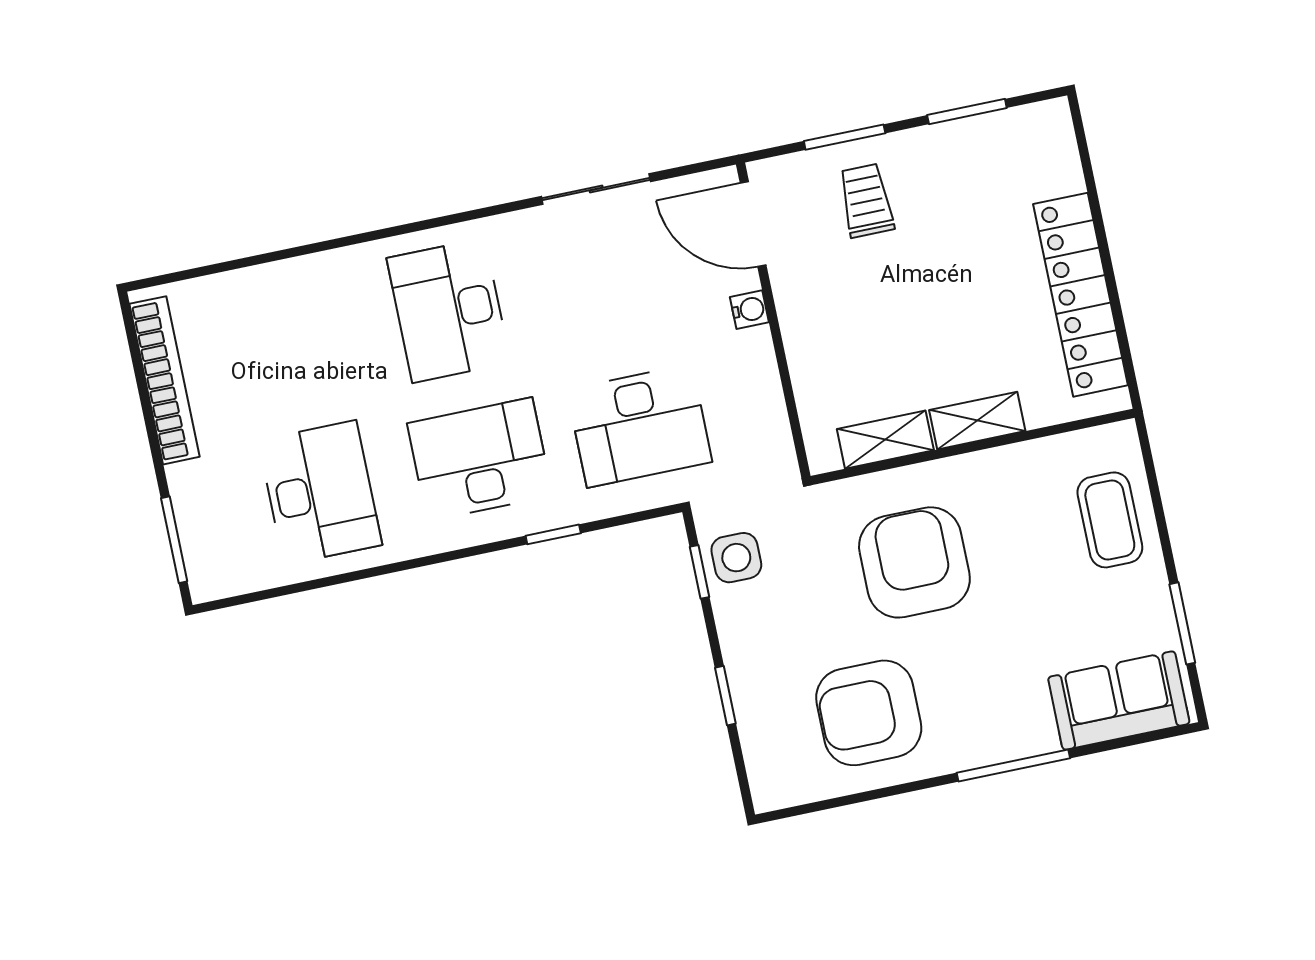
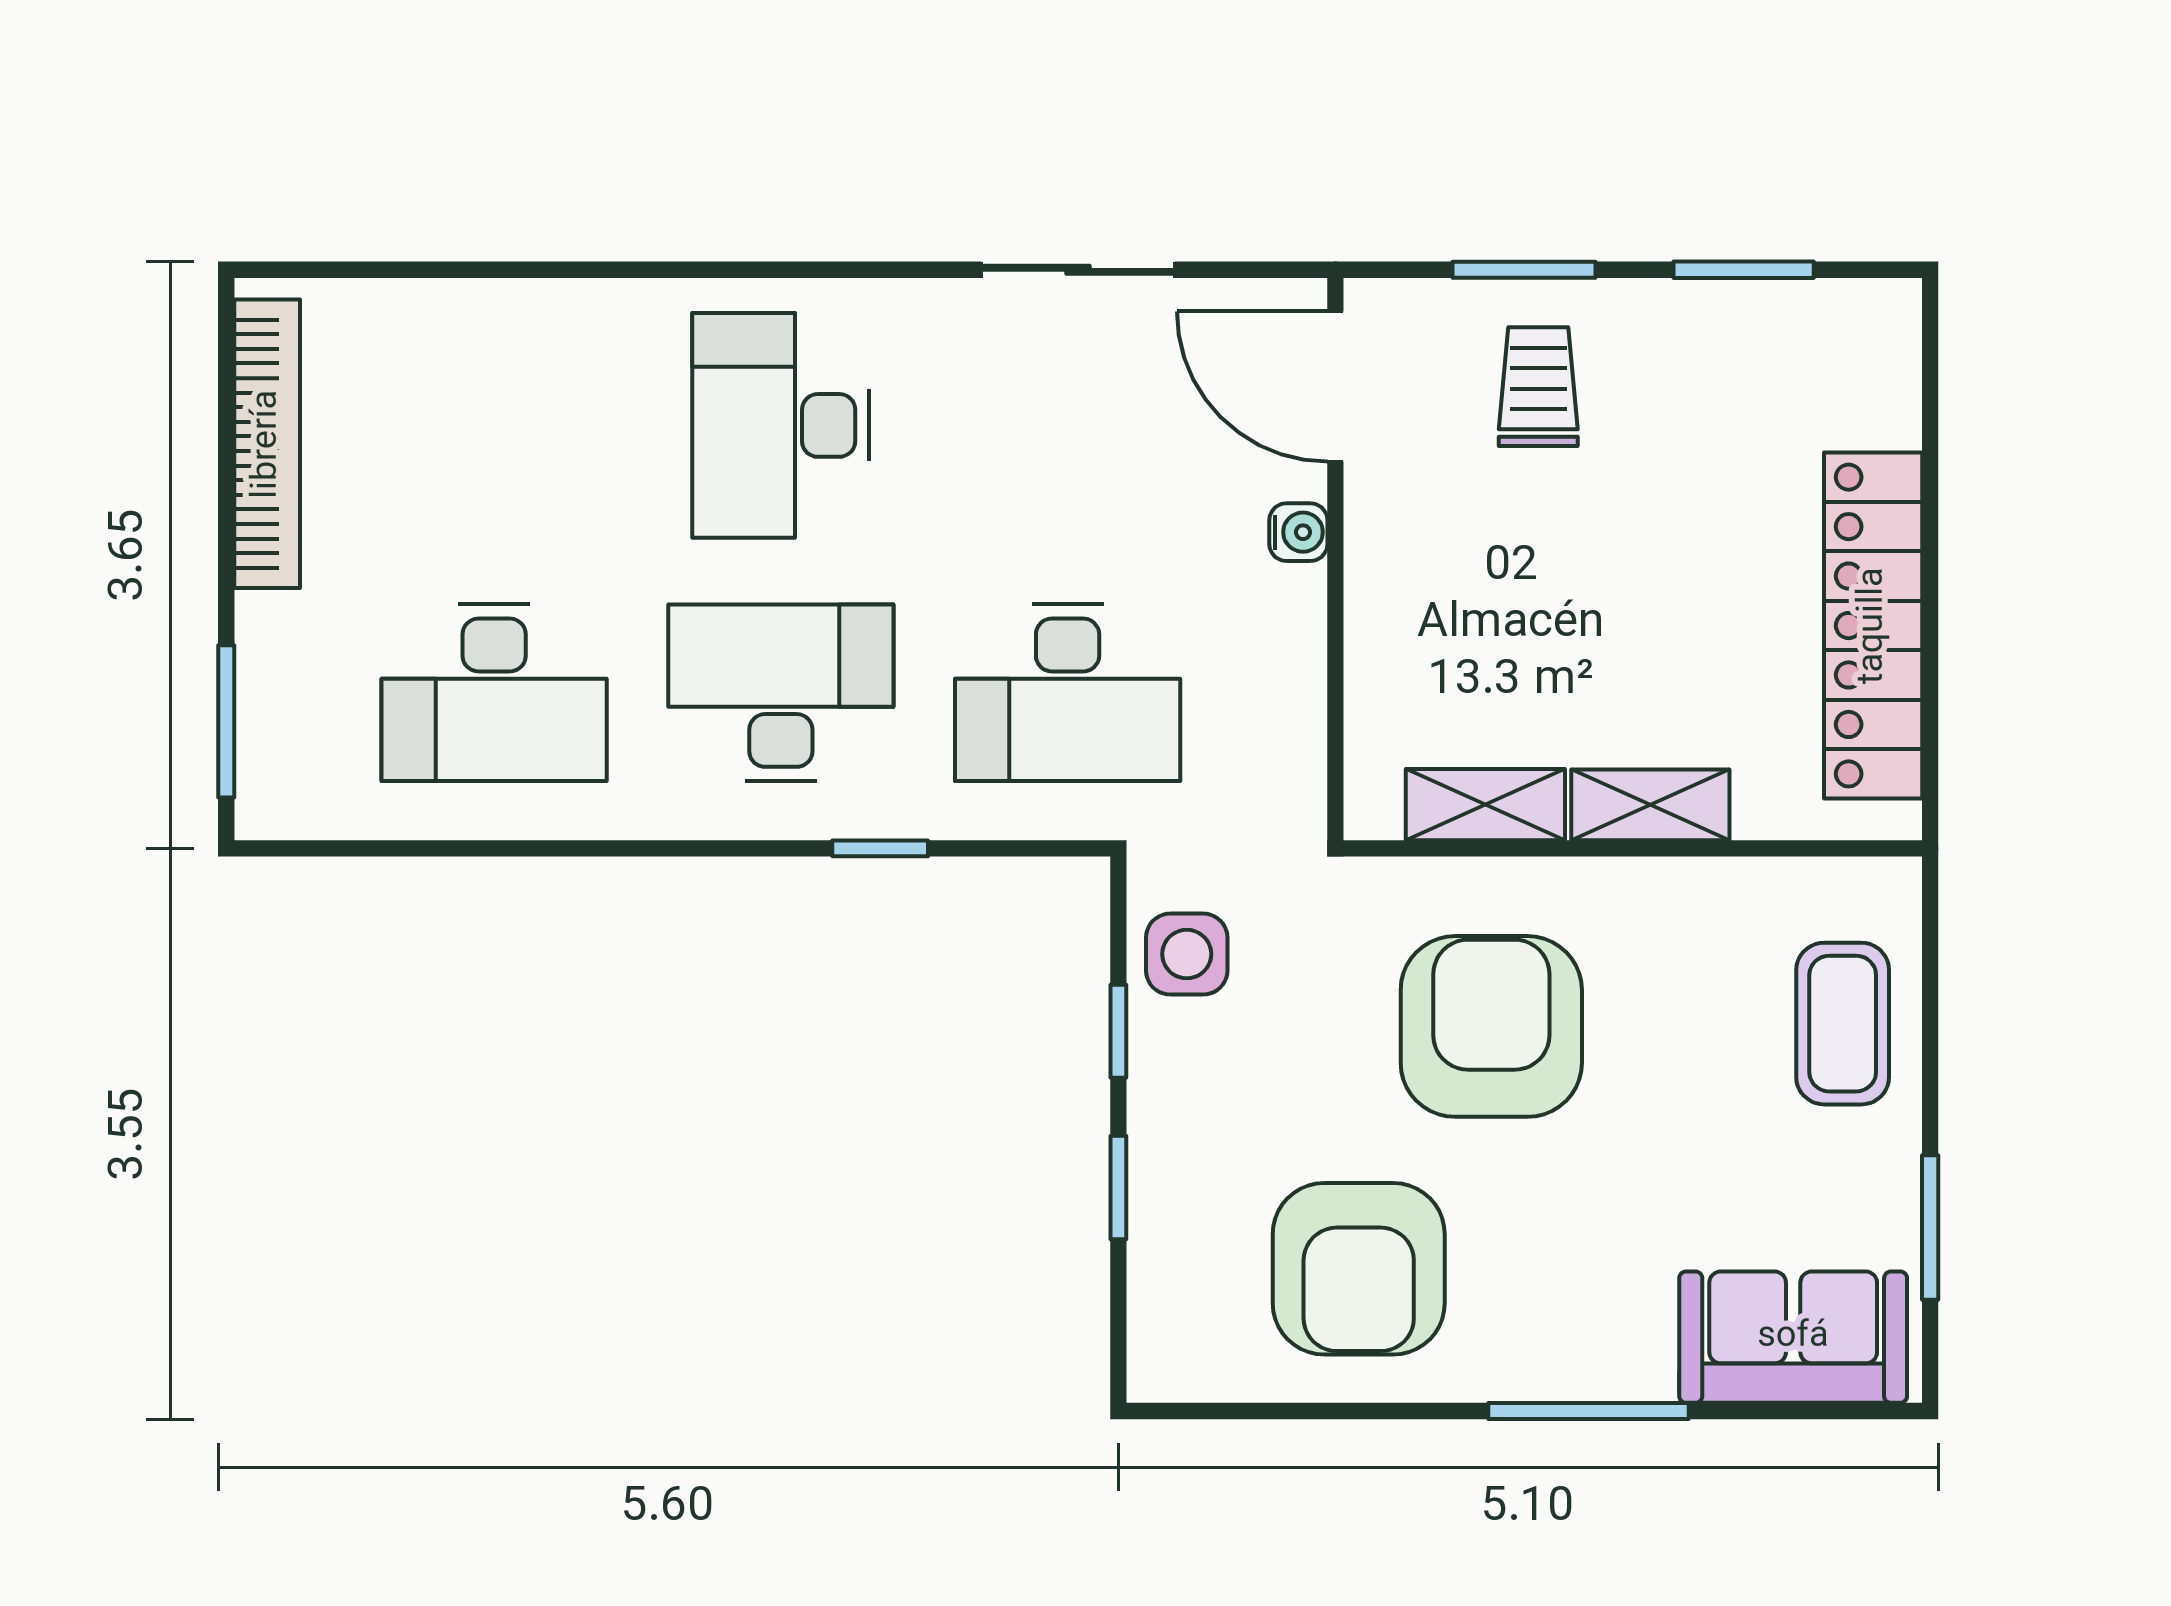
desk: (320, 493) -> (494, 693), turned 90
window: (700, 572) -> (1118, 1031), moved
armchair: (869, 713) -> (1359, 1269), turned -90

